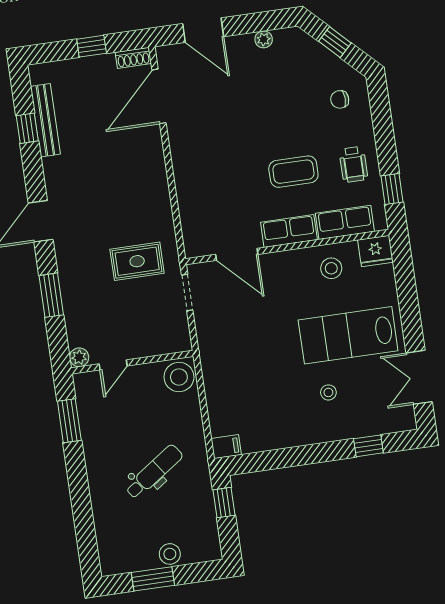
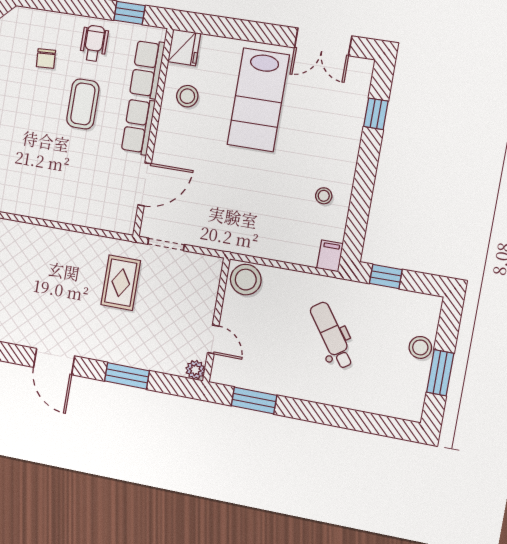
chair: (340, 99) -> (46, 58), moved
wheelchair: (353, 164) -> (94, 43), turned -90
stool: (328, 392) -> (324, 196), moved

